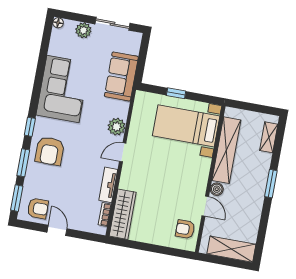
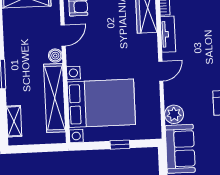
bed with nightstands: (186, 126) -> (101, 103), width x1.36
plant: (117, 127) -> (174, 114), moved
door: (205, 206) -> (63, 35), swing flipped

